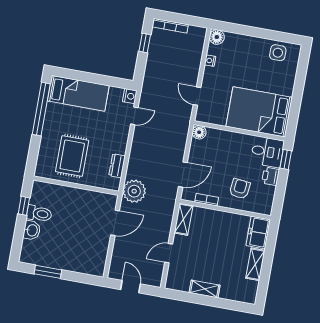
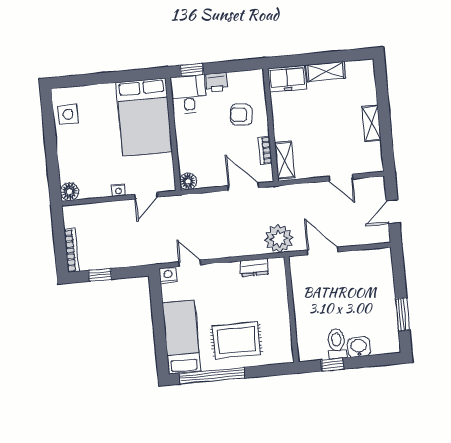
nightstand: (210, 61) -> (118, 190), moved
rug: (72, 156) -> (236, 340), moved
shelving: (184, 219) -> (285, 160), moved, turned 90

